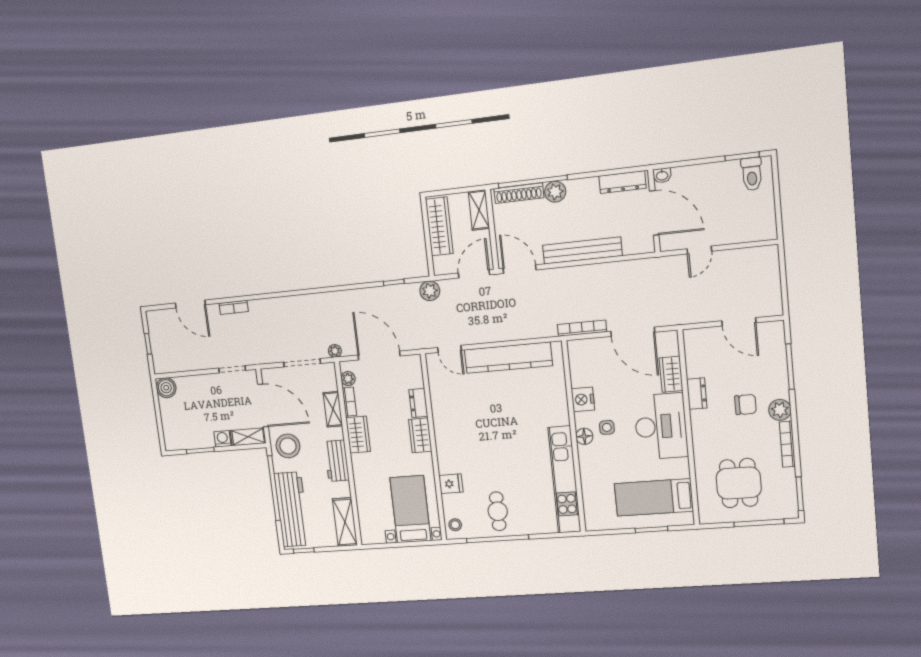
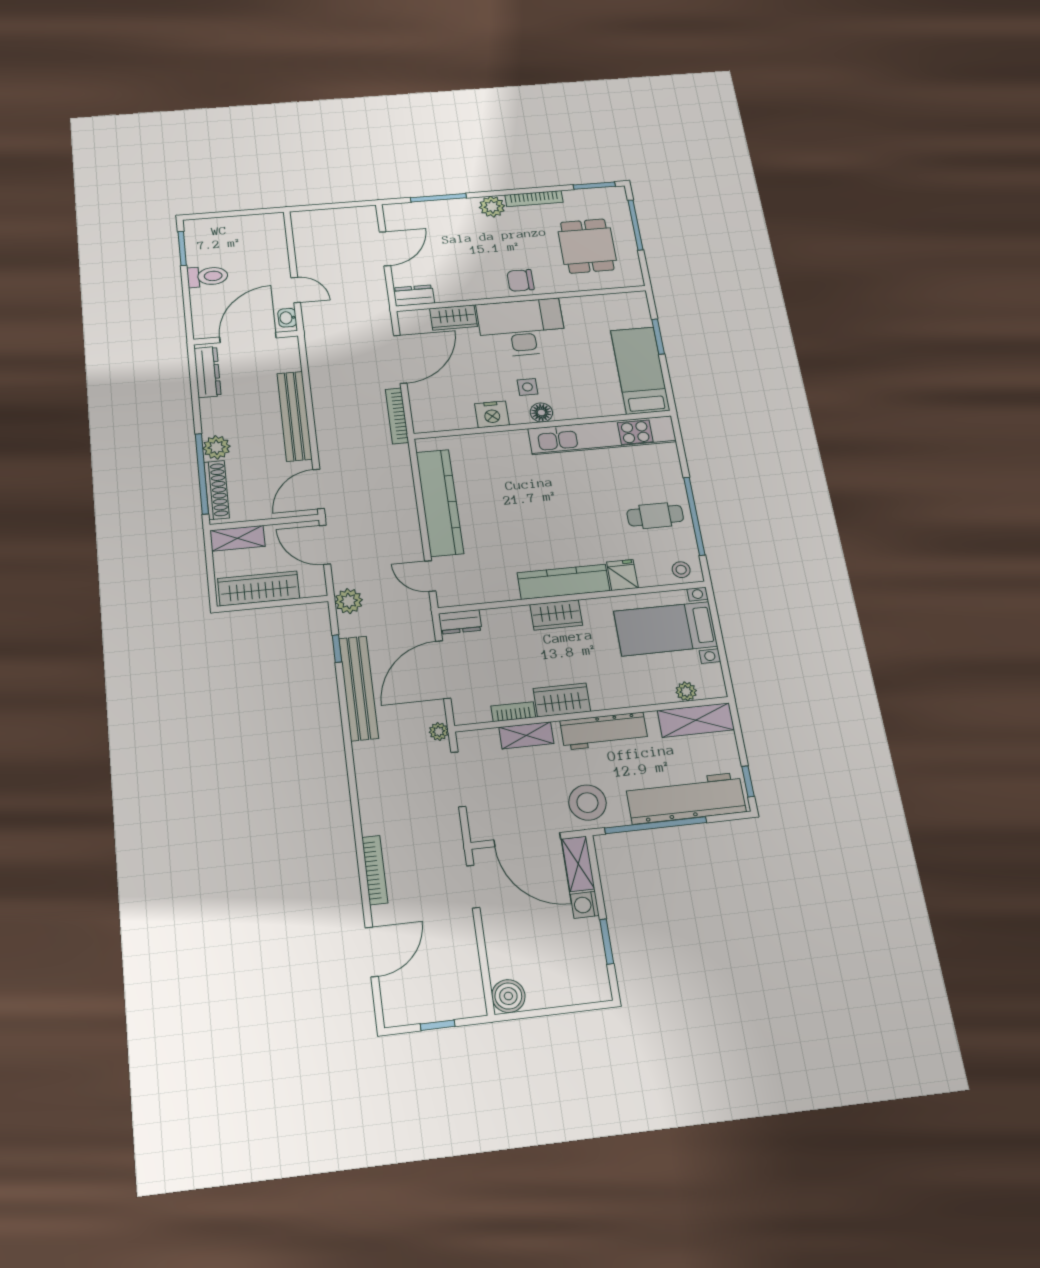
toilet: (752, 174) -> (208, 276), moved
washbasin: (662, 175) -> (287, 318), moved, turned 180
bench: (365, 297) -> (359, 688), added
bookcase: (234, 307) -> (375, 870), width x1.56
door: (449, 349) -> (430, 576), swing flipped
plant: (348, 379) -> (686, 691), moved
dresser: (697, 394) -> (414, 296), moved
dresser: (418, 403) -> (460, 622), moved
door: (263, 405) -> (527, 840), swing flipped
chair: (745, 405) -> (520, 280), moved, turned -90
kitchen counter: (445, 442) -> (563, 582), added
workbench: (337, 461) -> (604, 731), width x1.38
dining table: (739, 483) -> (587, 246), turned 90
bed: (654, 497) -> (640, 370), moved, turned 180

